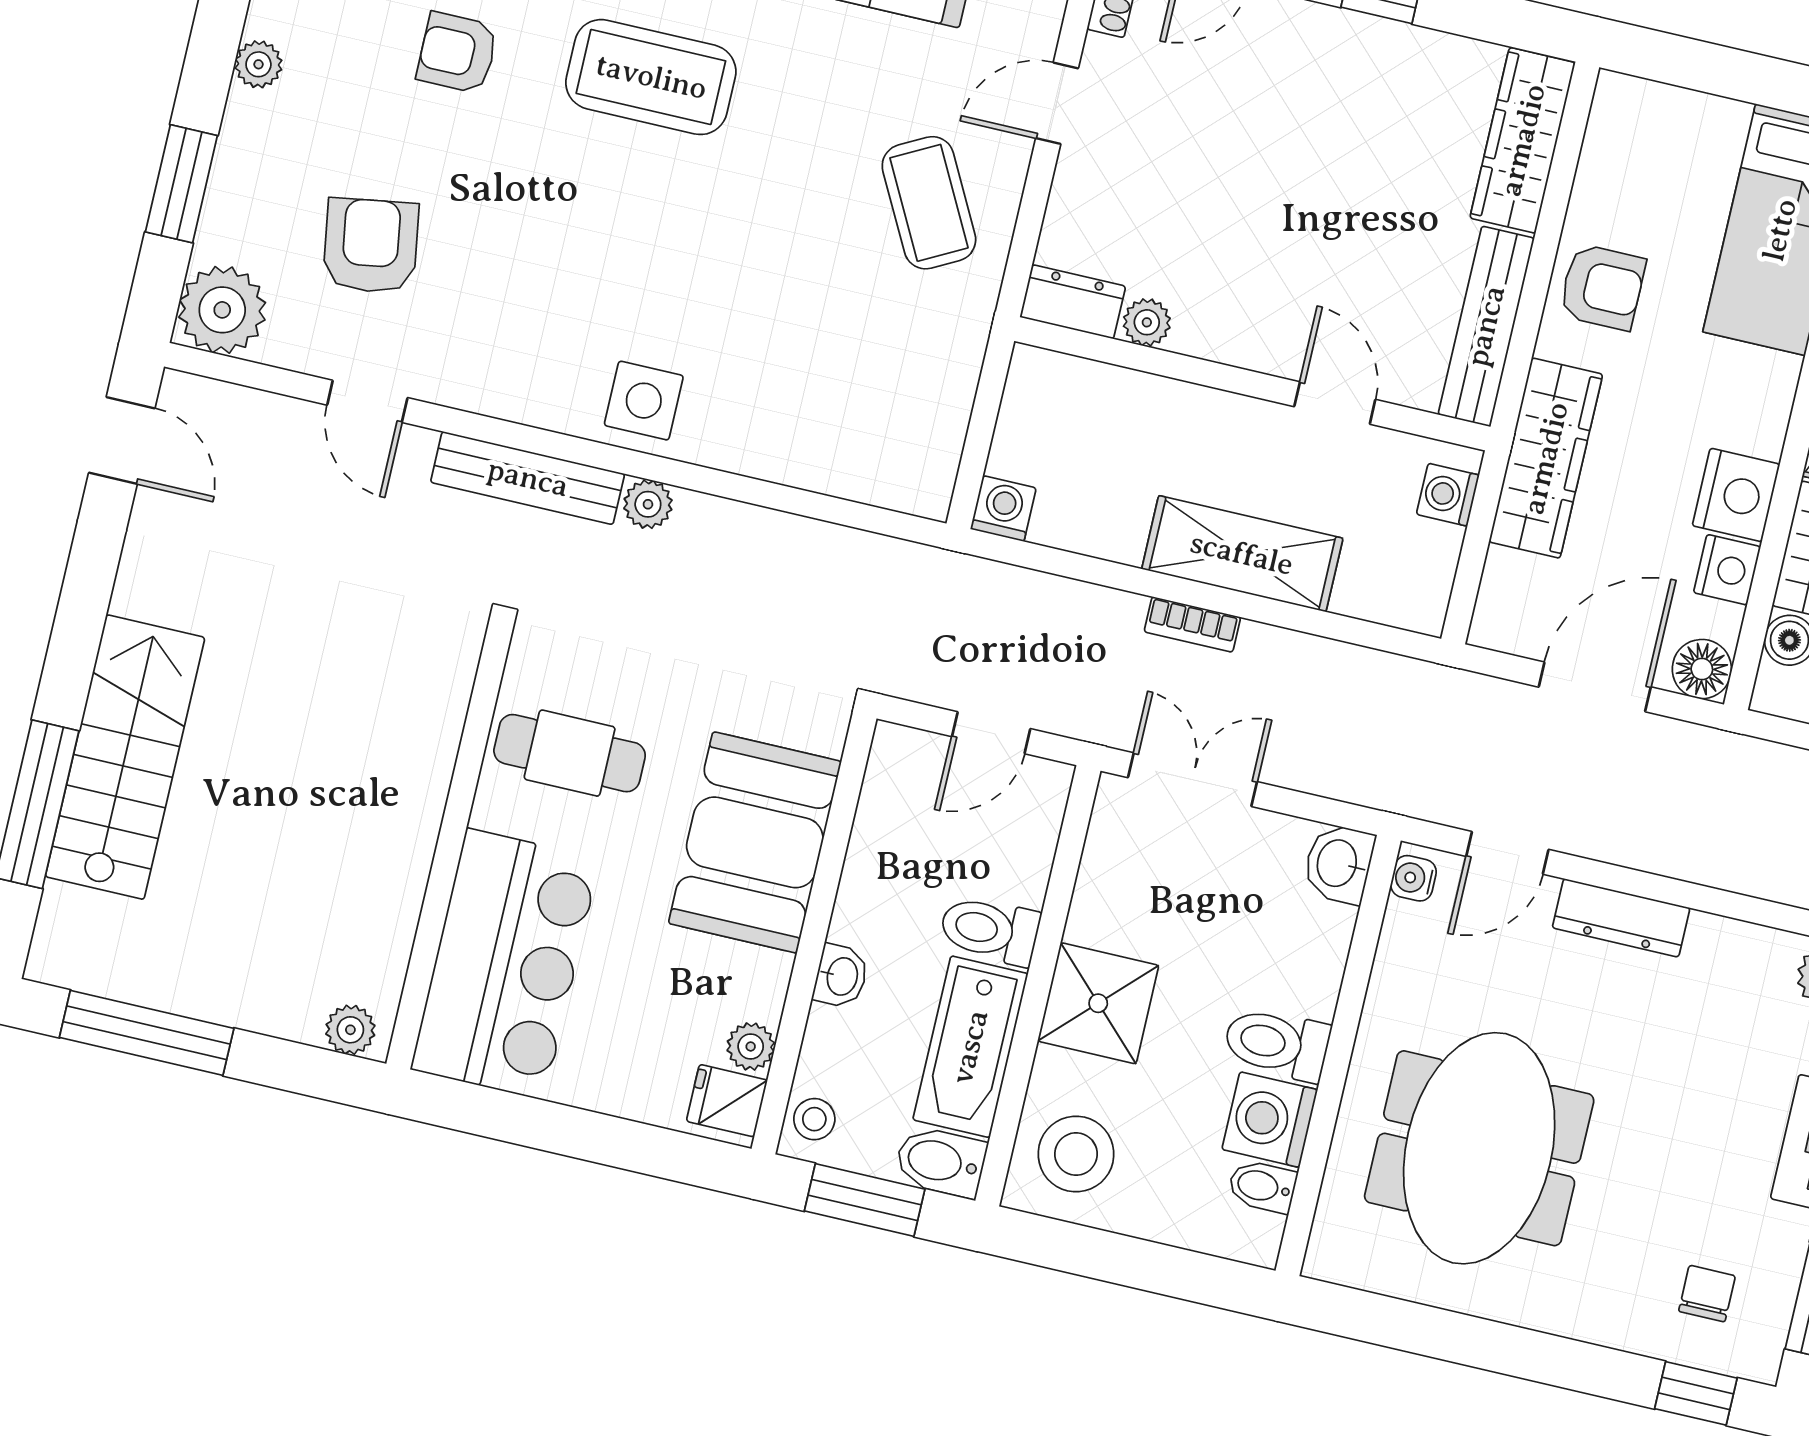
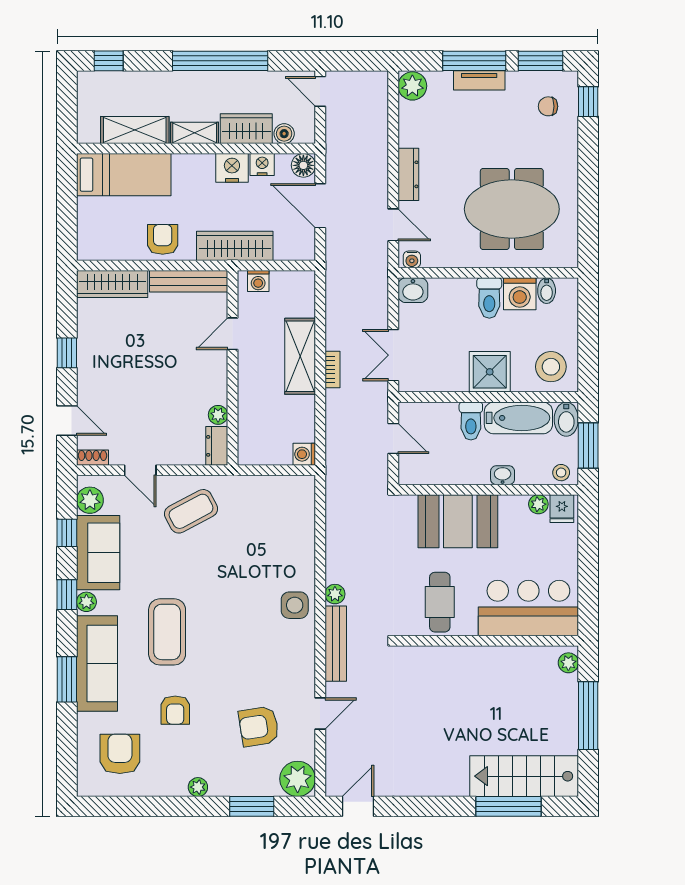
stairs: (125, 757) -> (524, 776), moved
window: (147, 1033) -> (588, 716), moved

